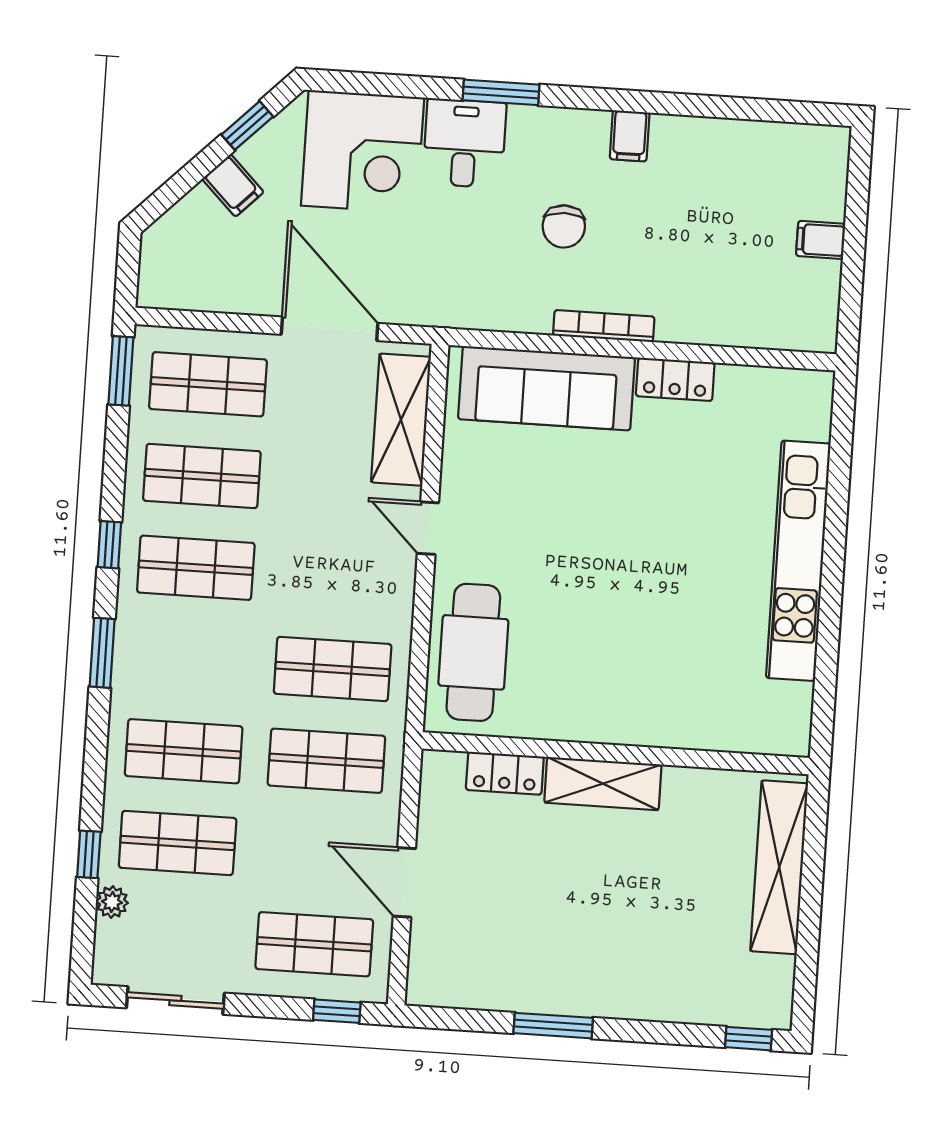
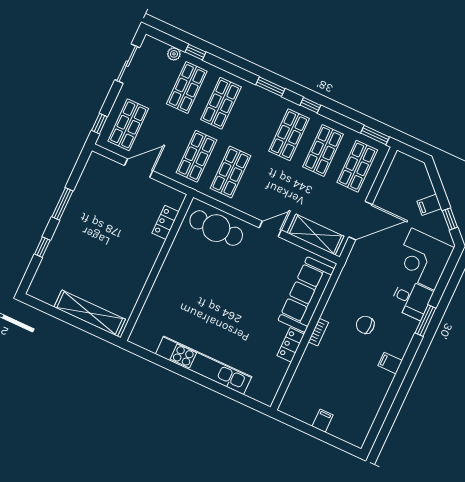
bookcase: (604, 326) -> (318, 332), width x0.64
shelving: (603, 784) -> (147, 258), removed
window: (749, 1039) -> (42, 247), moved

